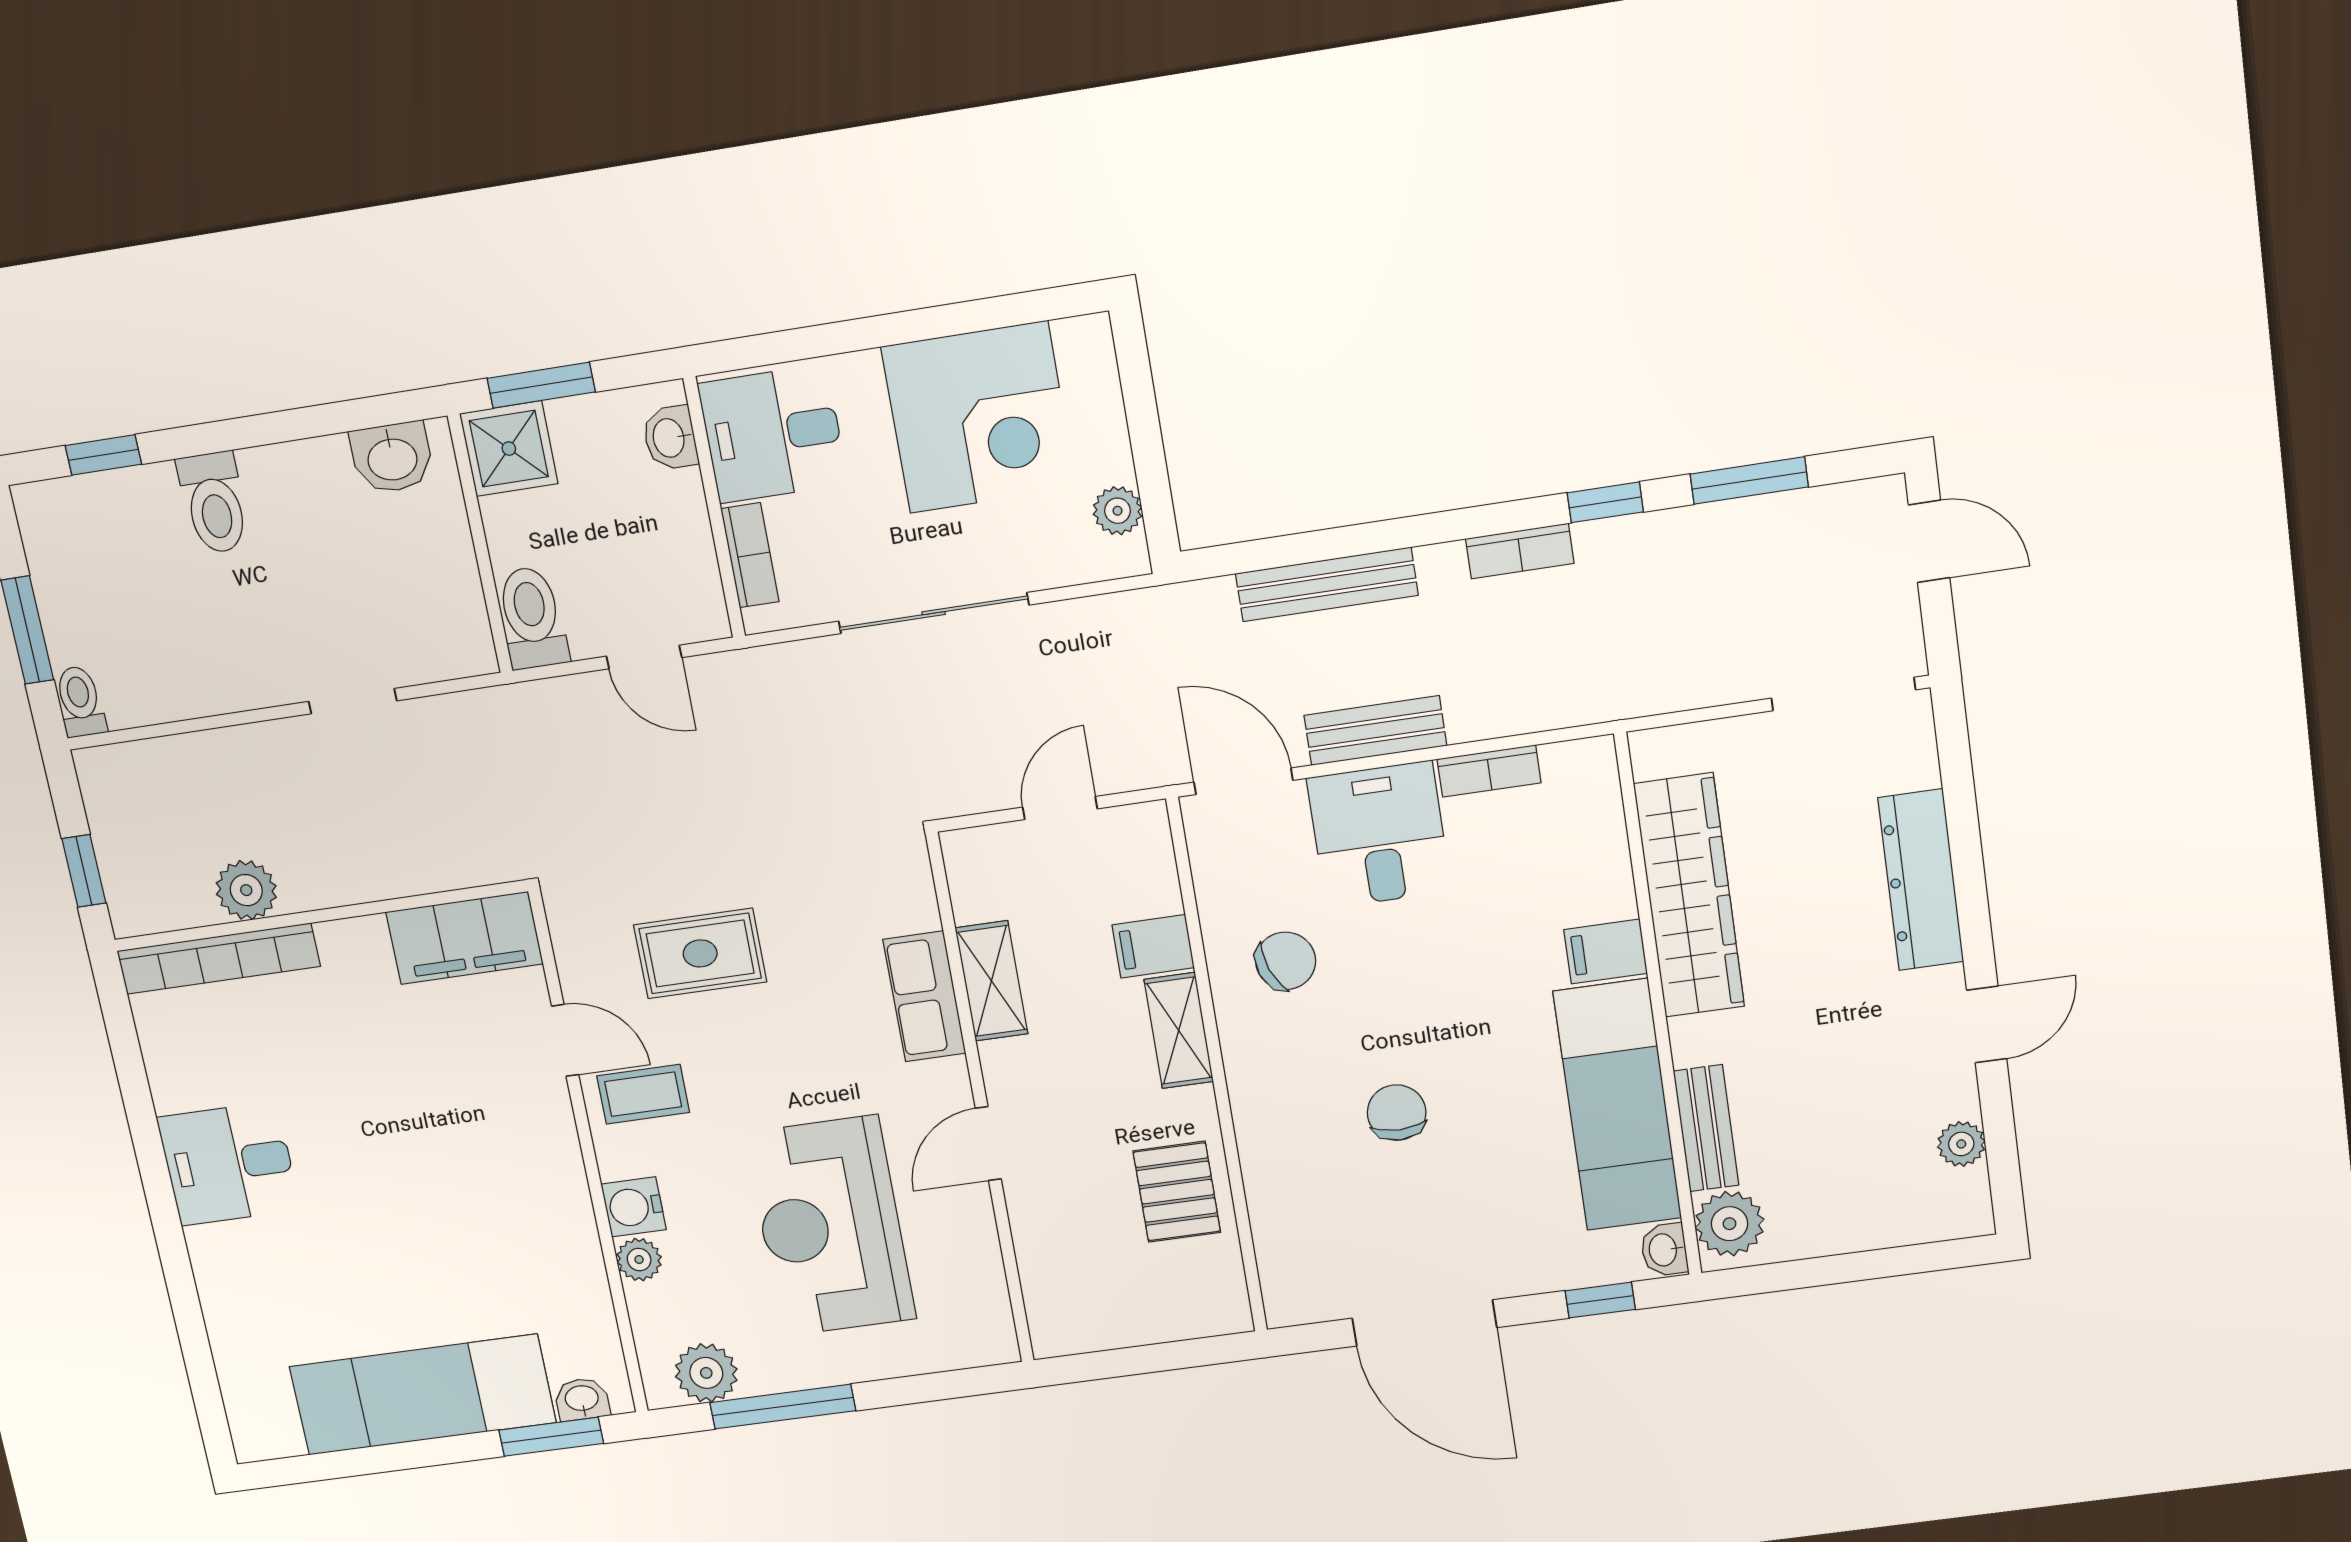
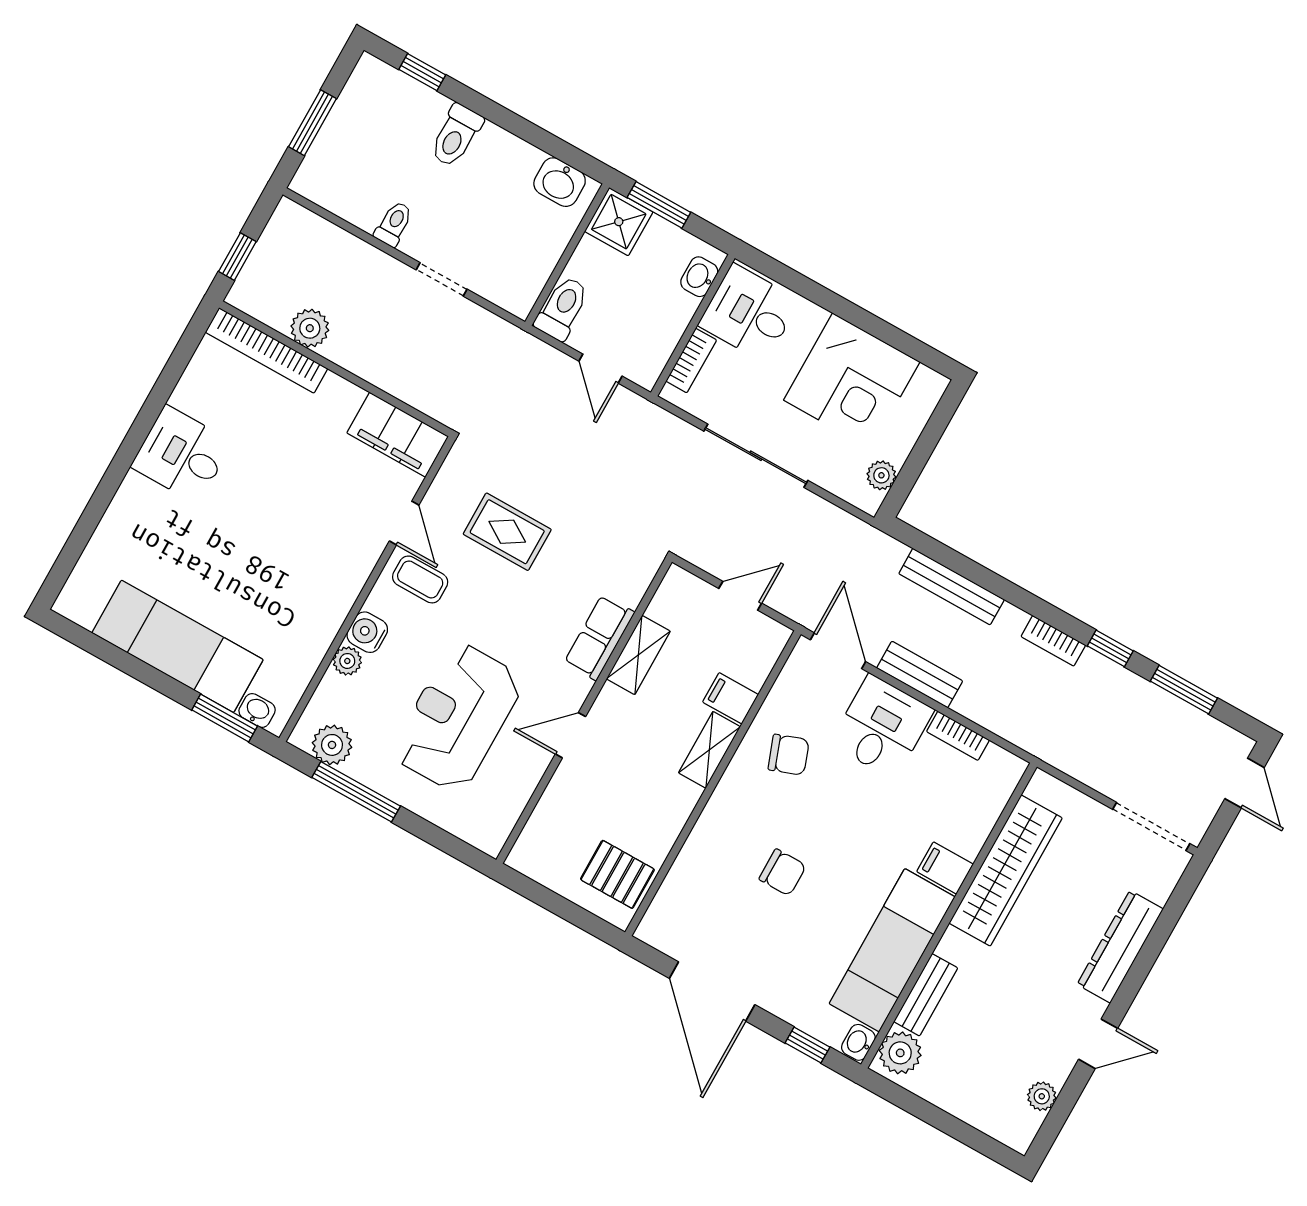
toilet: (80, 701) -> (394, 224), moved
chair: (1397, 1113) -> (783, 872), turned 90
pallet: (1177, 1192) -> (617, 874), moved, turned 90

